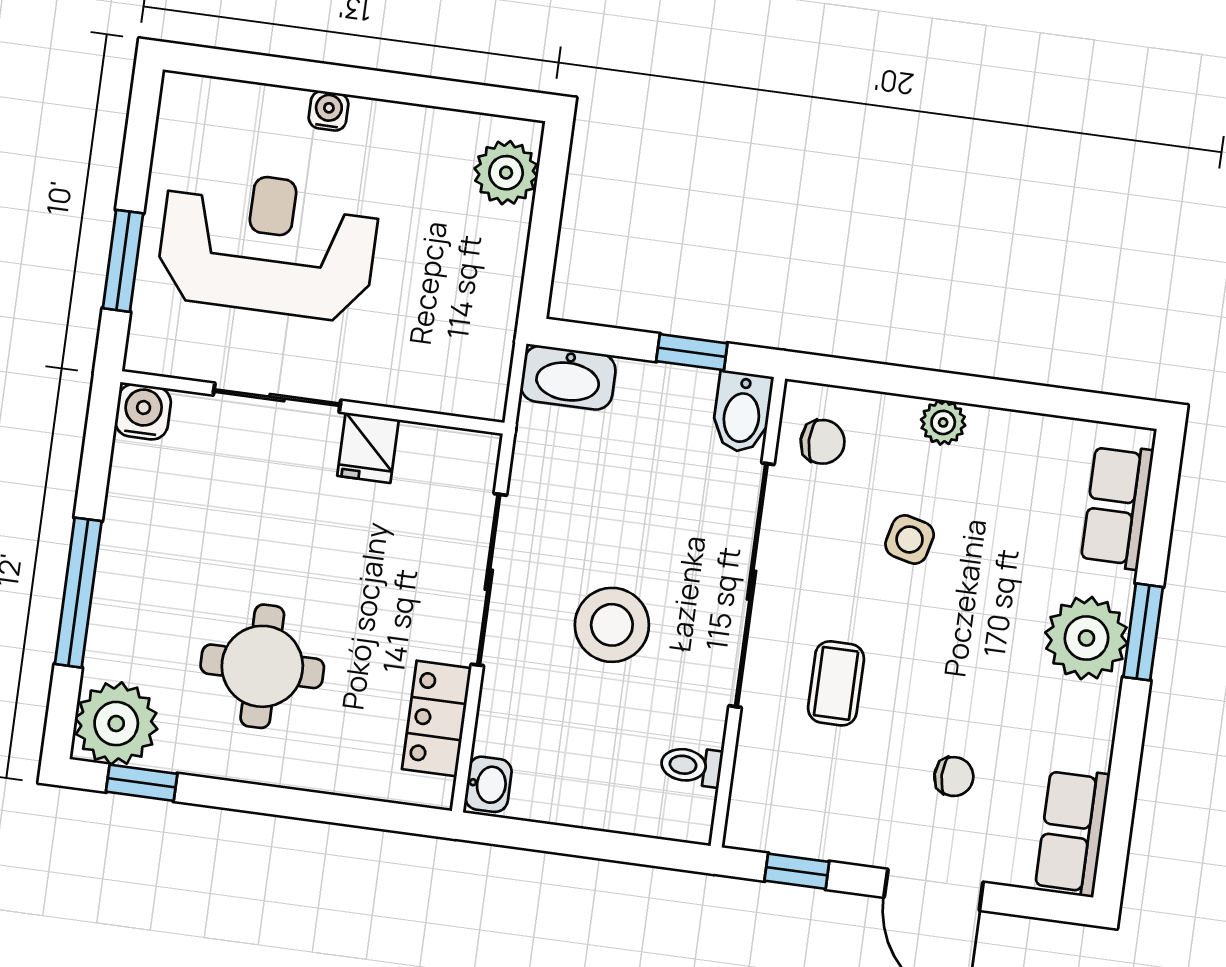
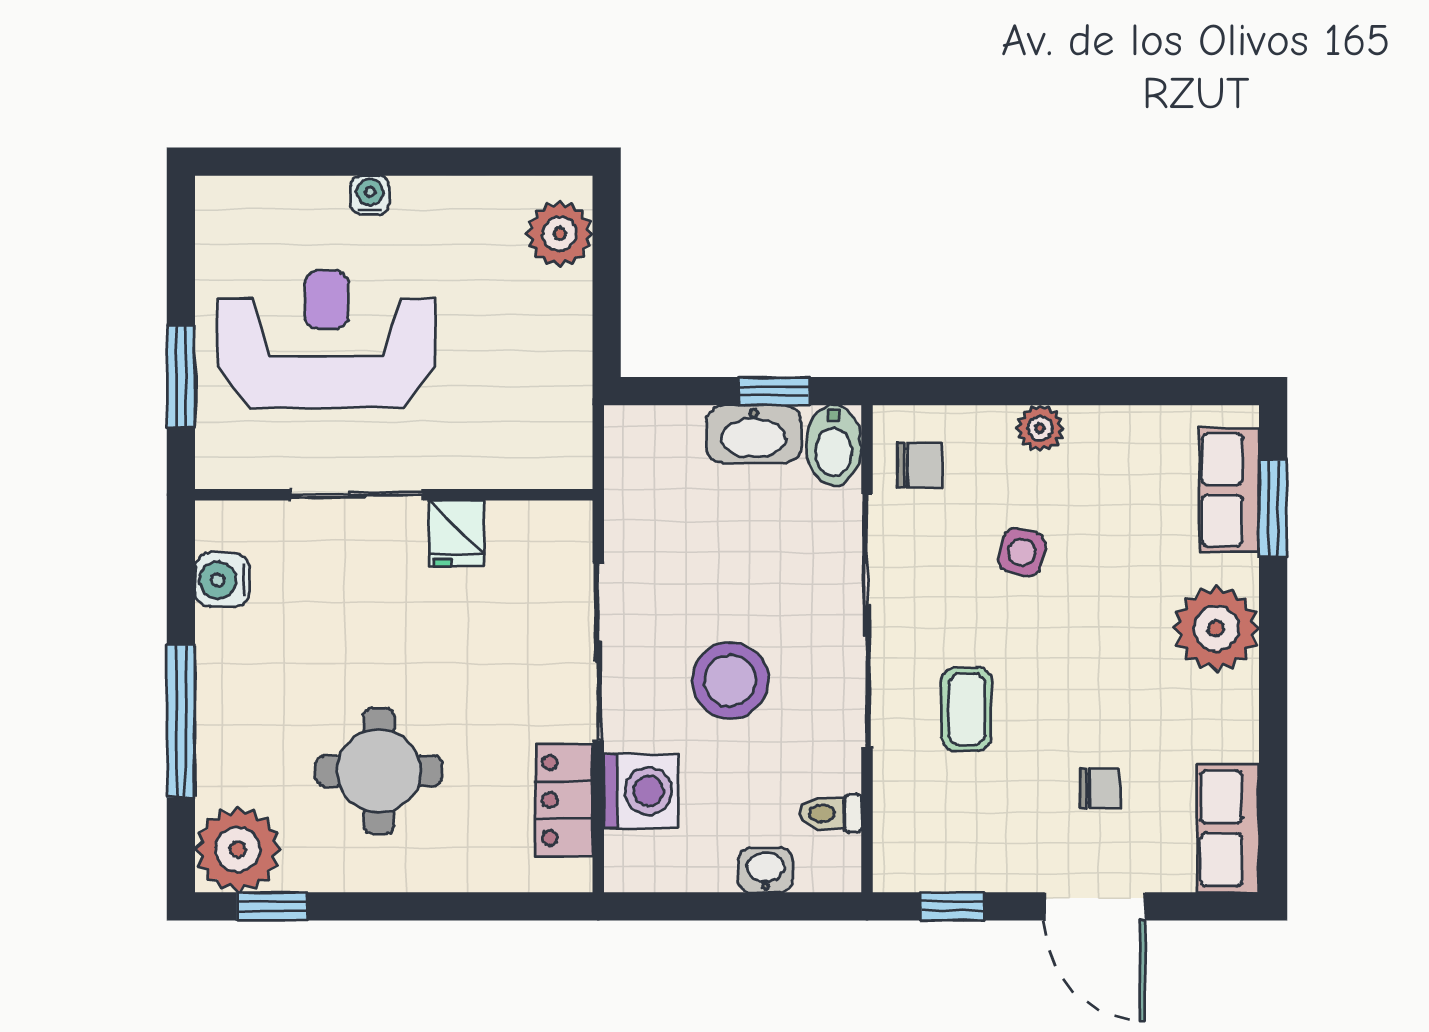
washbasin: (568, 378) -> (754, 434), moved
water cooler: (143, 412) -> (222, 580), moved, turned -90
window: (1143, 632) -> (1273, 508), moved
washing machine: (512, 720) -> (641, 791), added
washbasin: (488, 784) -> (765, 870), moved, turned -90

